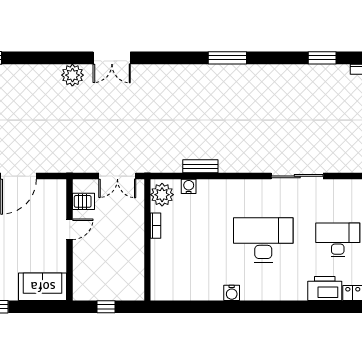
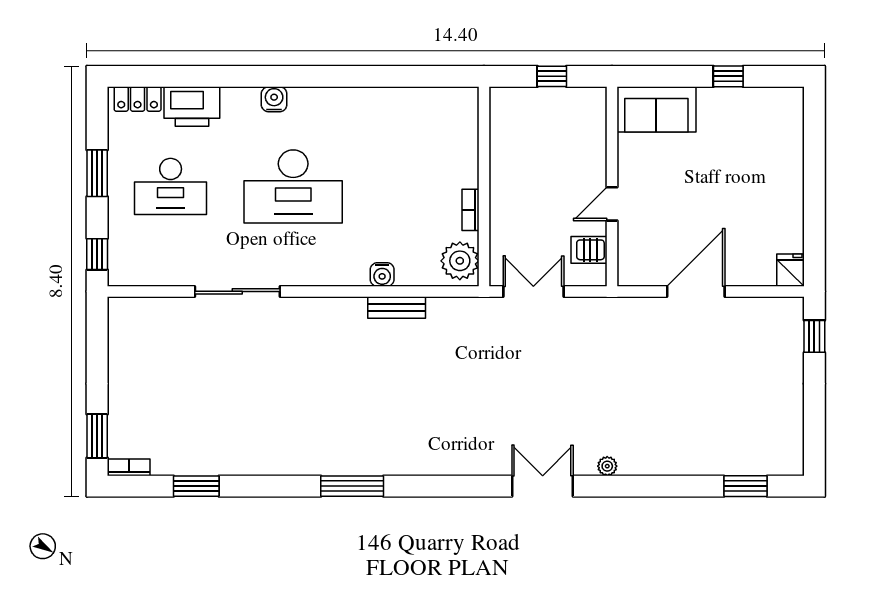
plant: (72, 75) -> (607, 466), width x0.53, depth x0.53
water cooler: (189, 186) -> (382, 274), moved
water cooler: (232, 293) -> (274, 99), moved

